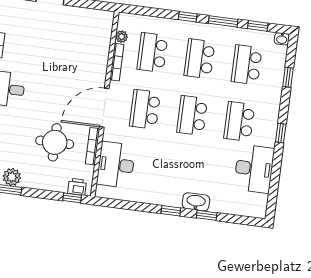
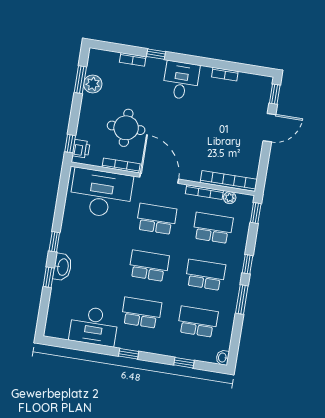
window: (258, 26) -> (256, 213), moved
bookcase: (105, 38) -> (229, 181), added
desk: (116, 165) -> (101, 193), width x1.36, depth x1.30

